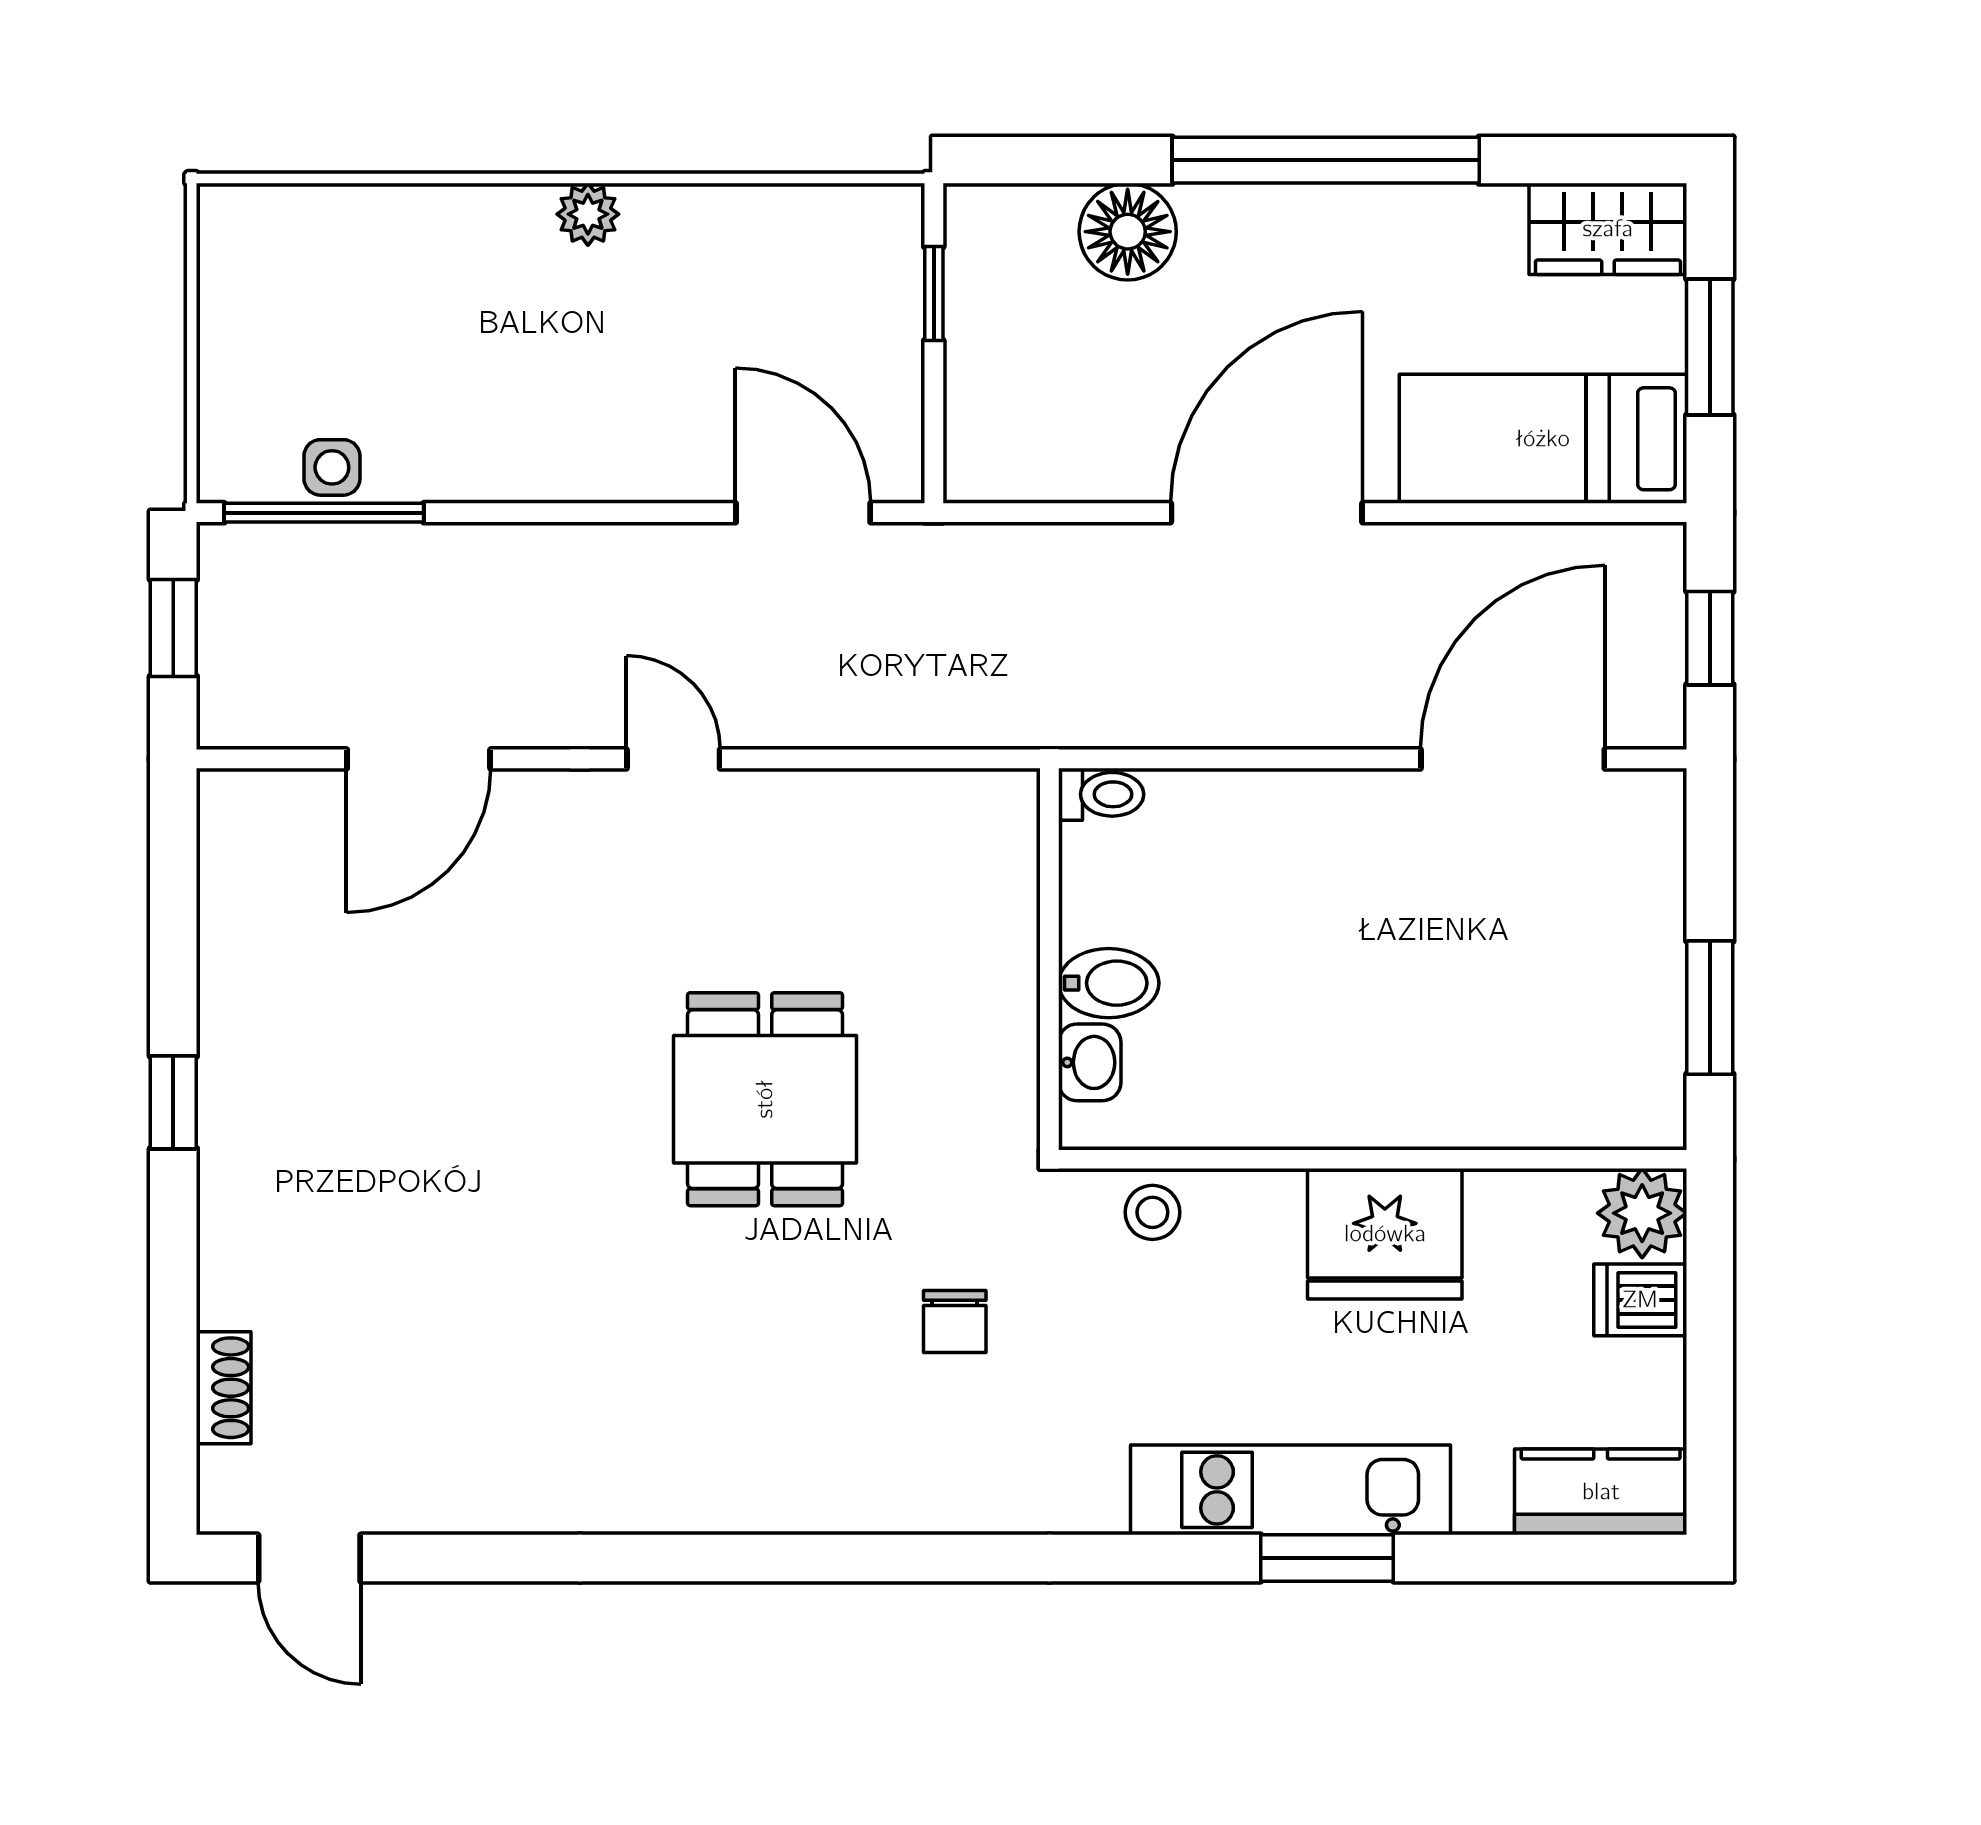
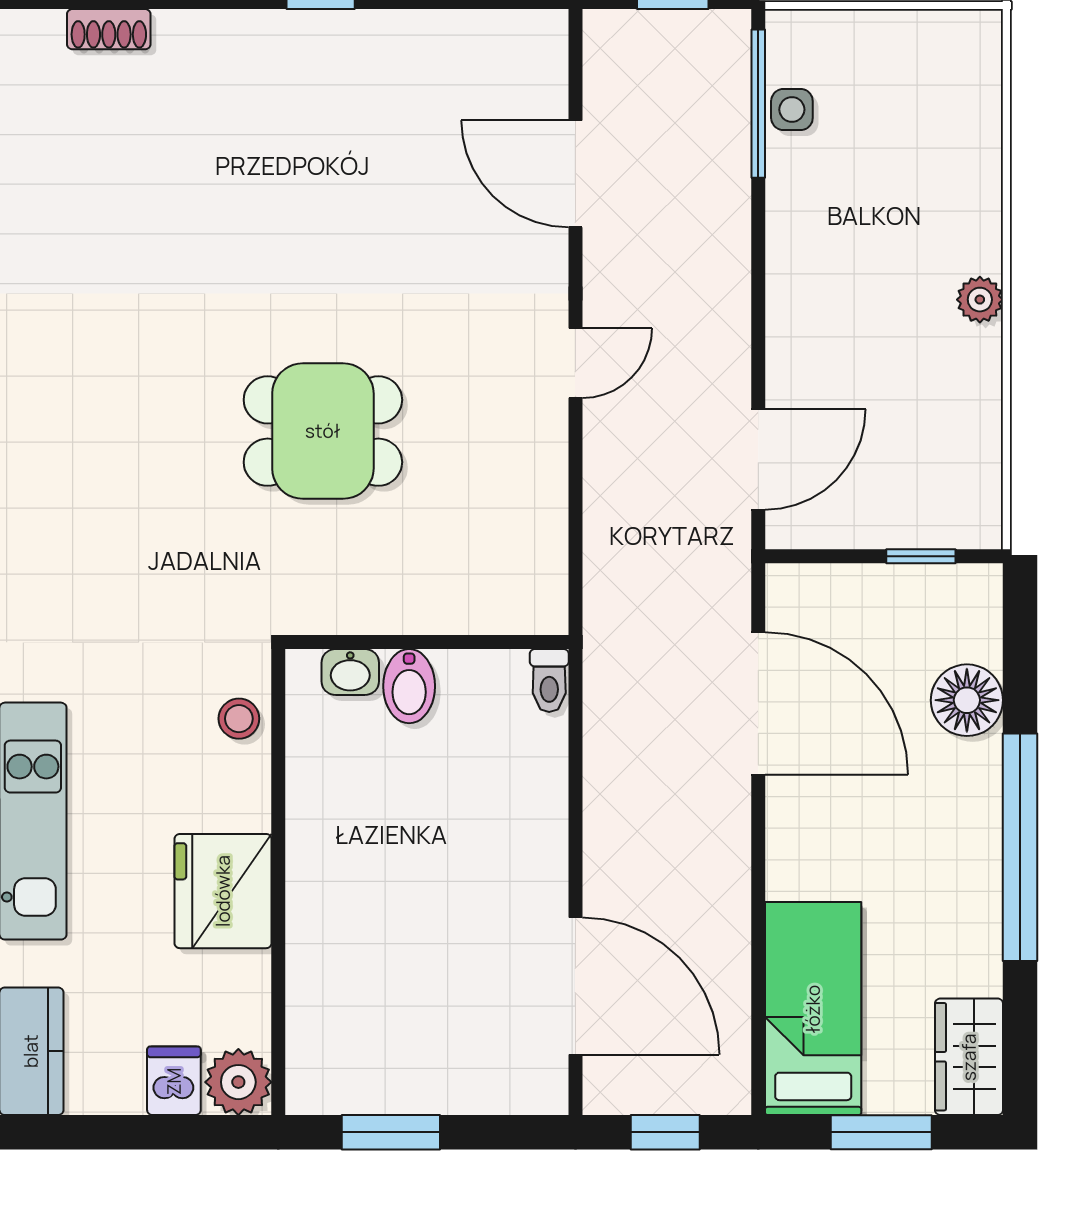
door: (1267, 513) -> (758, 703), moved
chair: (955, 1322) -> (158, 572), removed

